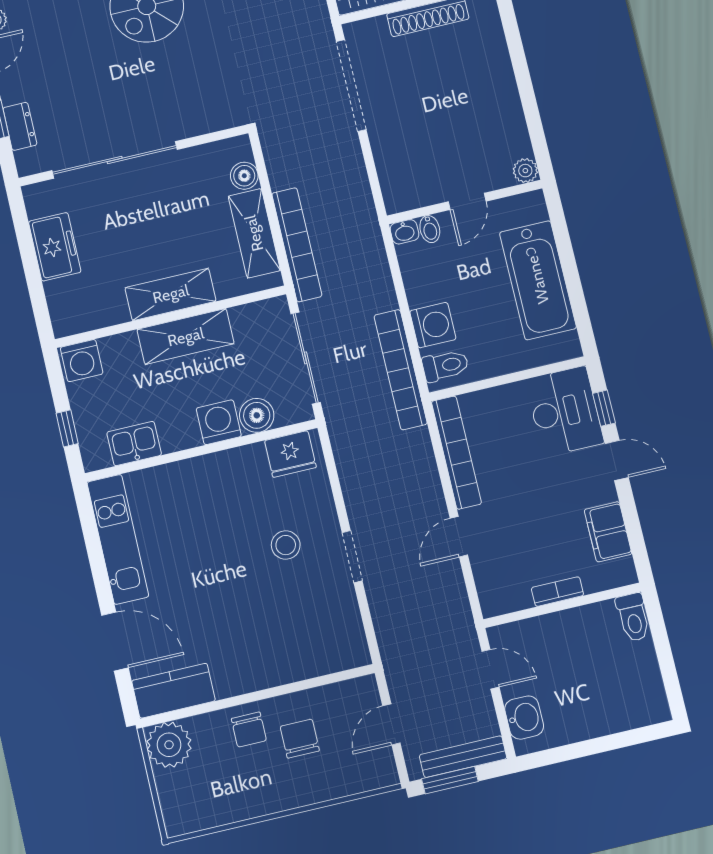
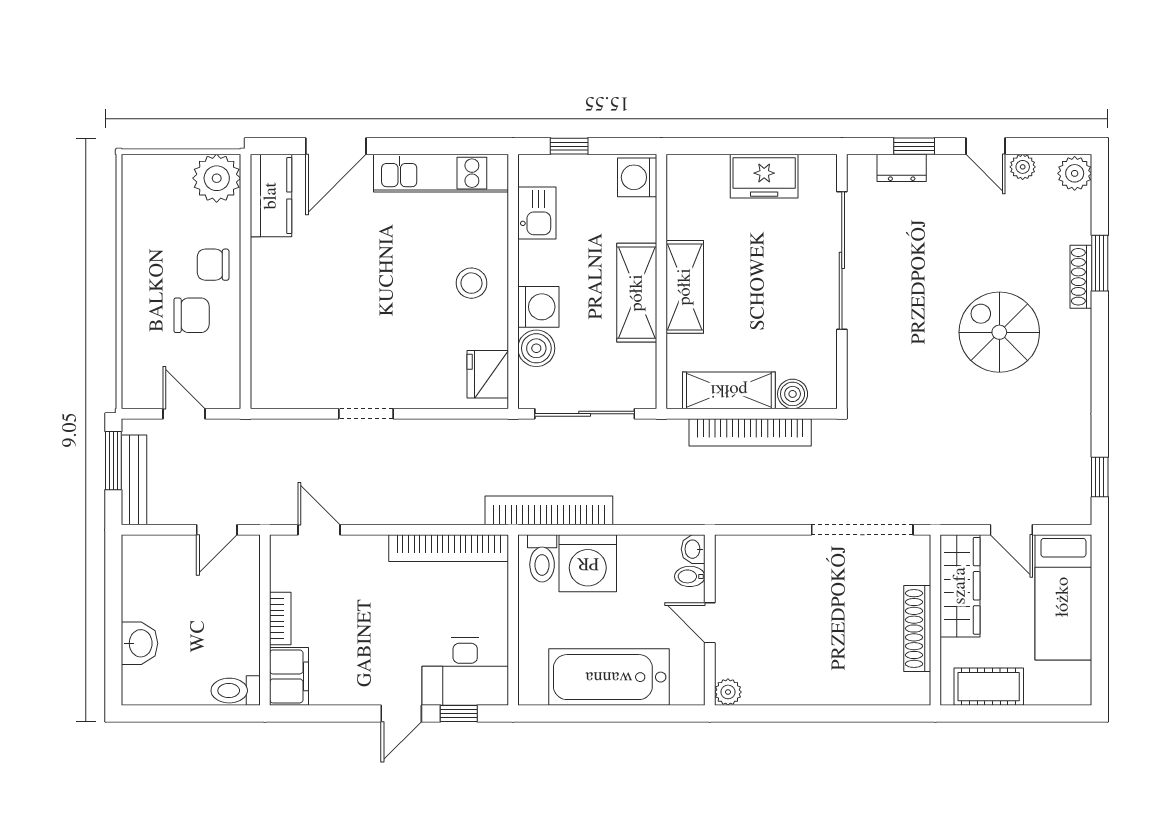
bookcase: (297, 245) -> (750, 432), moved
washing machine: (433, 325) -> (588, 563), width x1.37, depth x1.37
filing cabinet: (608, 532) -> (289, 676), moved, turned 90
door: (459, 537) -> (319, 530), moved
stool: (286, 545) -> (471, 283), moved
washbasin: (524, 718) -> (140, 643), moved, turned -90

